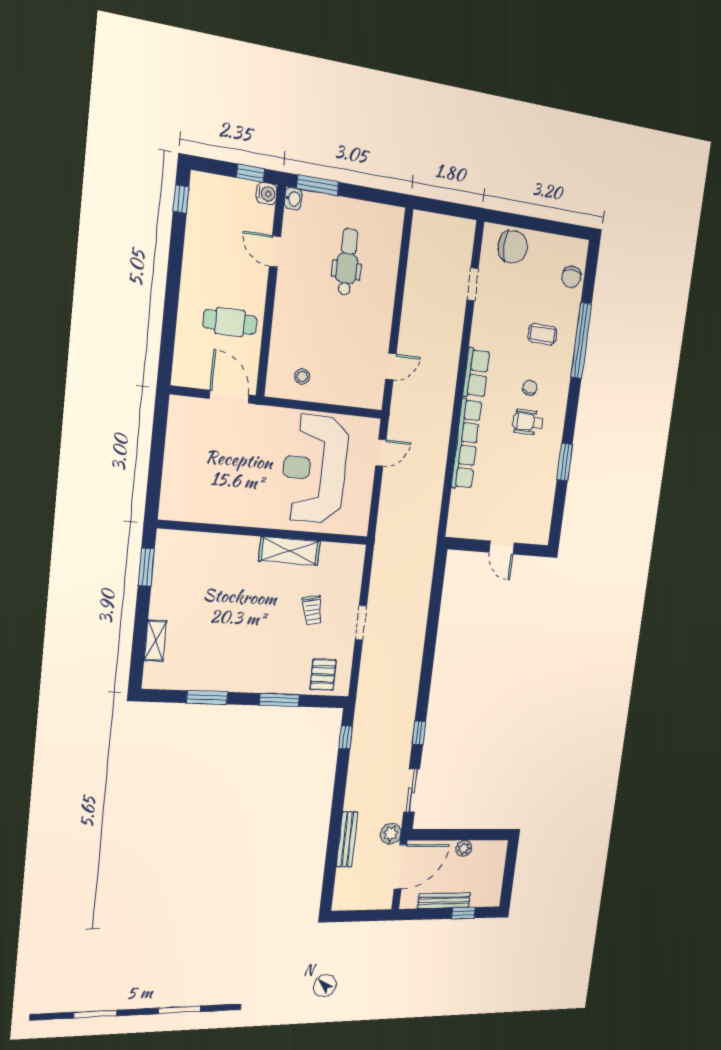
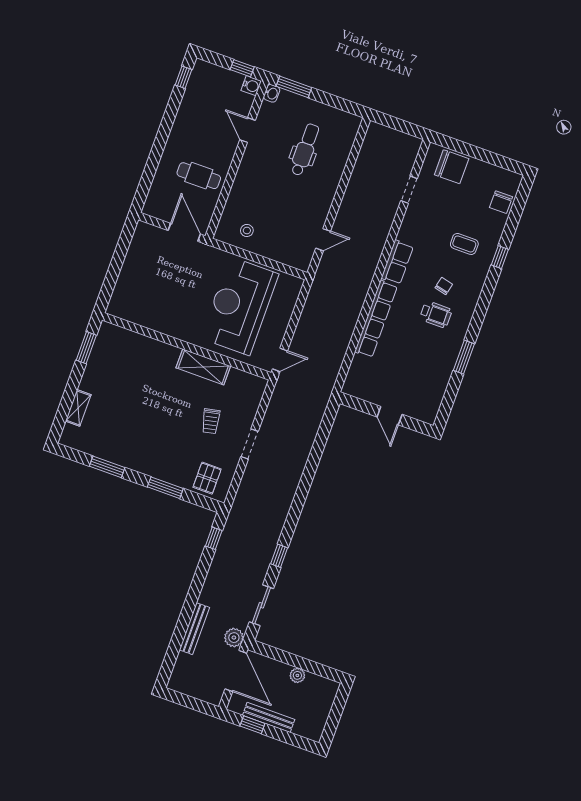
window: (581, 340) -> (500, 257), width x0.32
wheelchair: (528, 422) -> (436, 314), turned 180
door: (381, 453) -> (280, 360), moved
door: (400, 867) -> (236, 671), hinge flipped
window: (463, 913) -> (252, 725), moved

